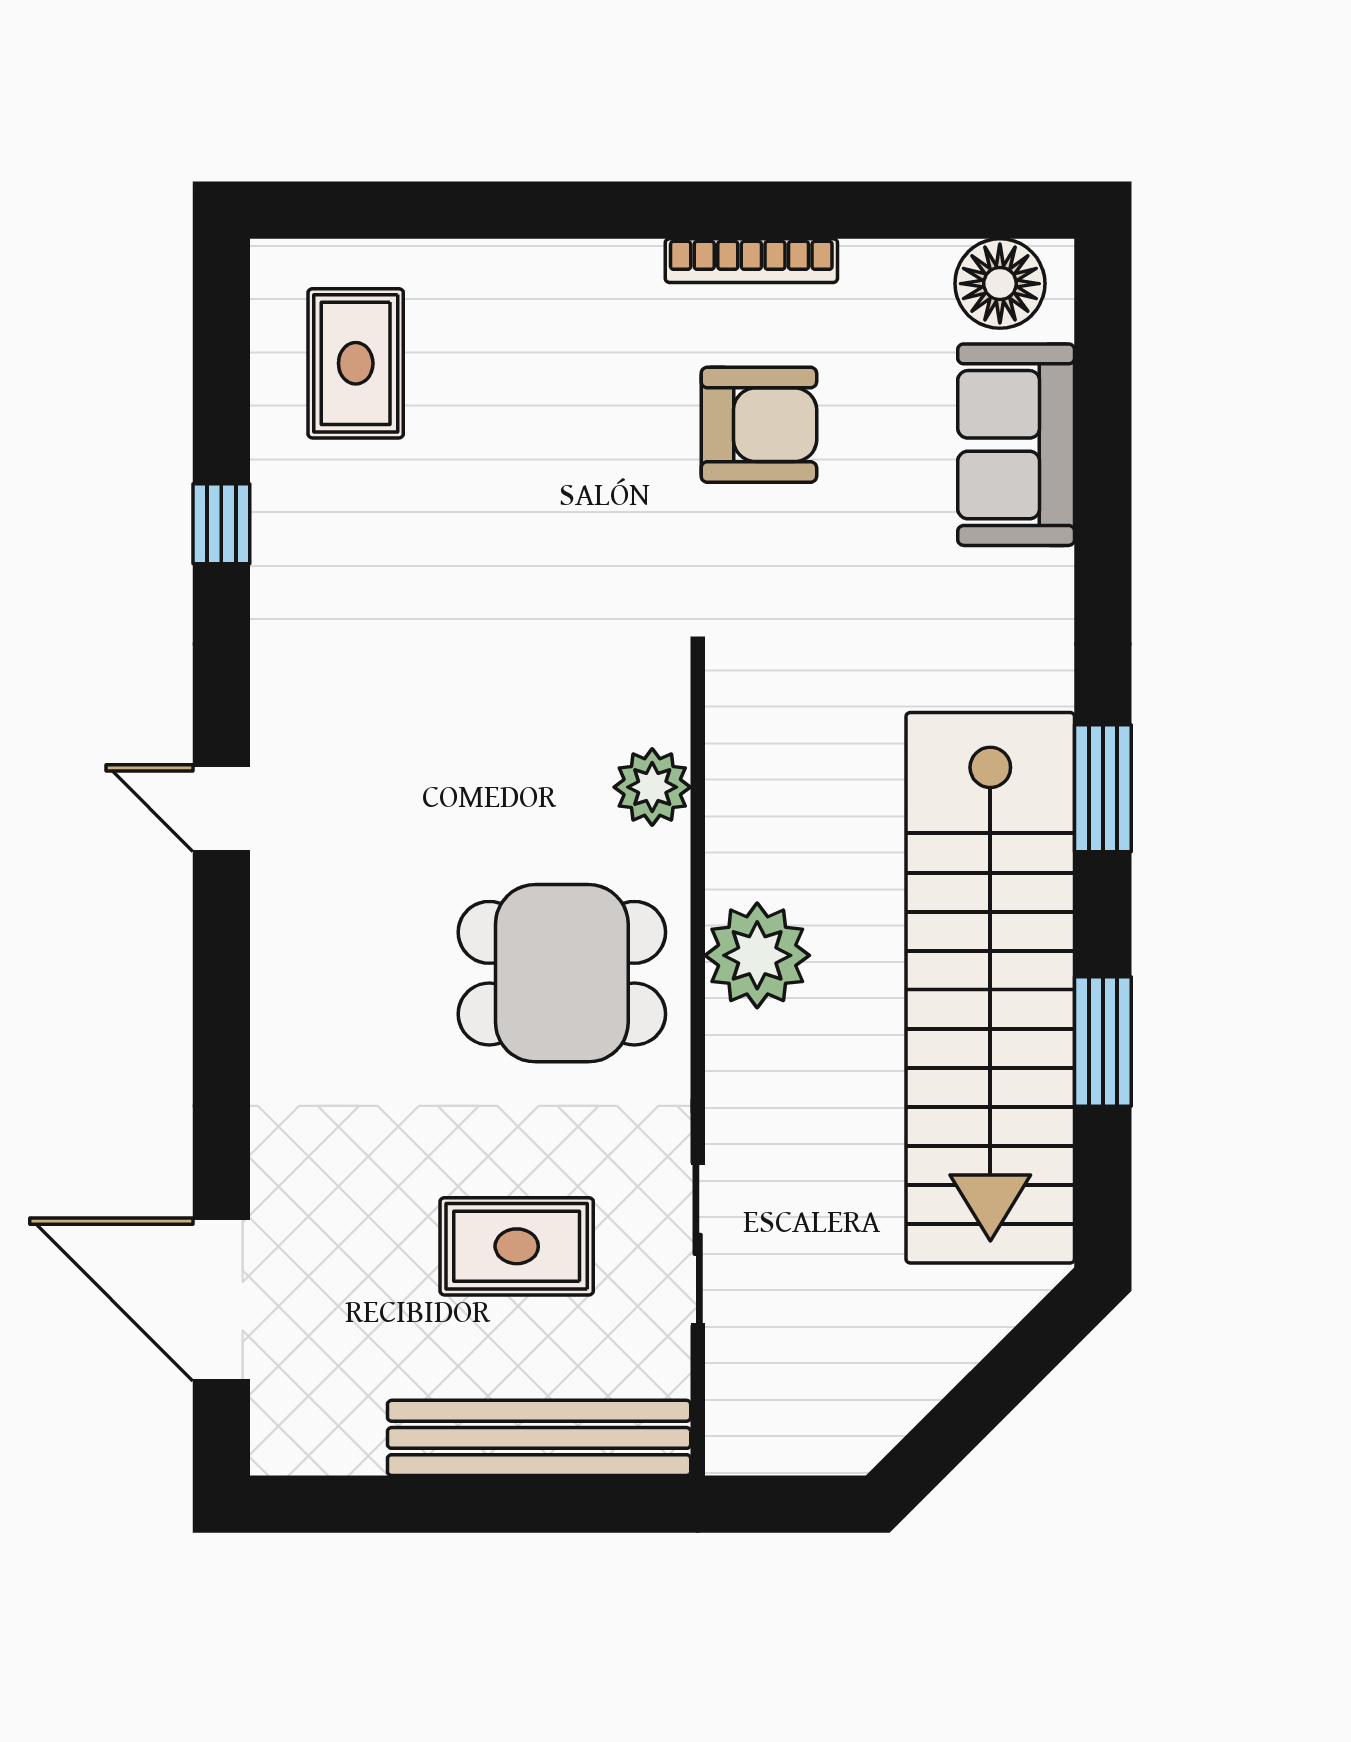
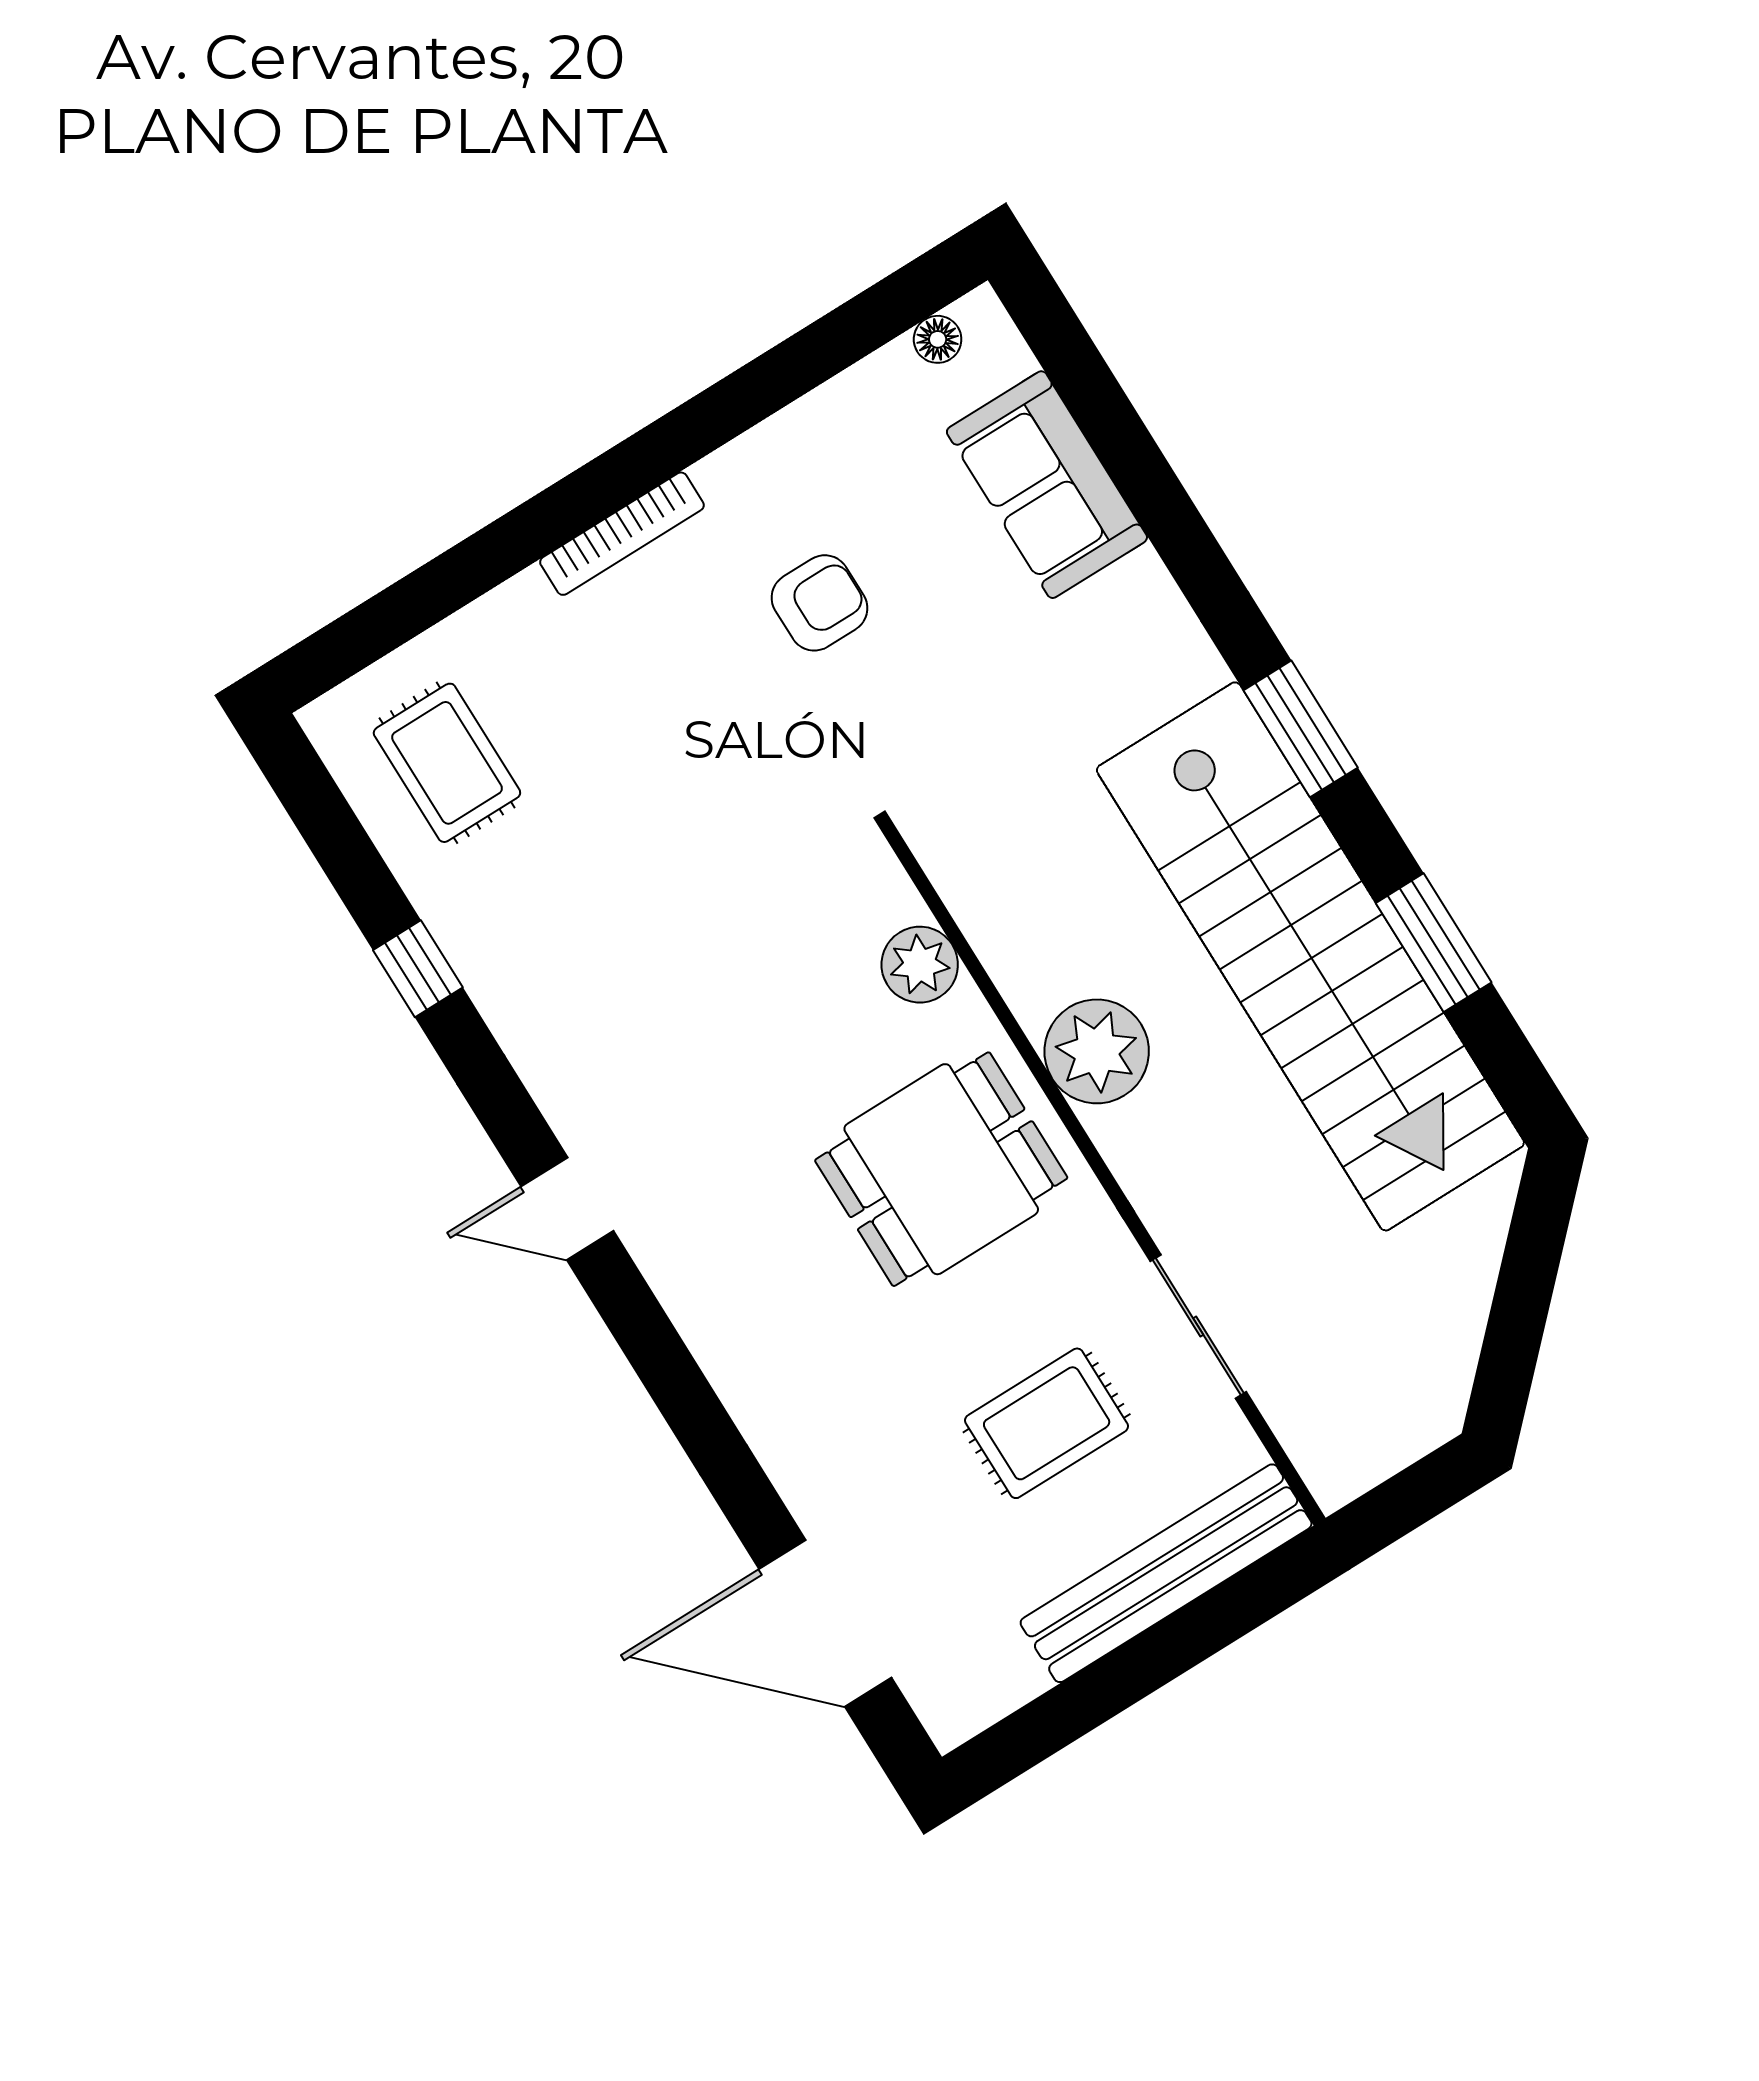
bookcase: (751, 261) -> (622, 534), moved
floor lamp: (1000, 284) -> (938, 339), width x0.53, depth x0.53
armchair: (759, 425) -> (819, 603), width x0.72, depth x0.72

